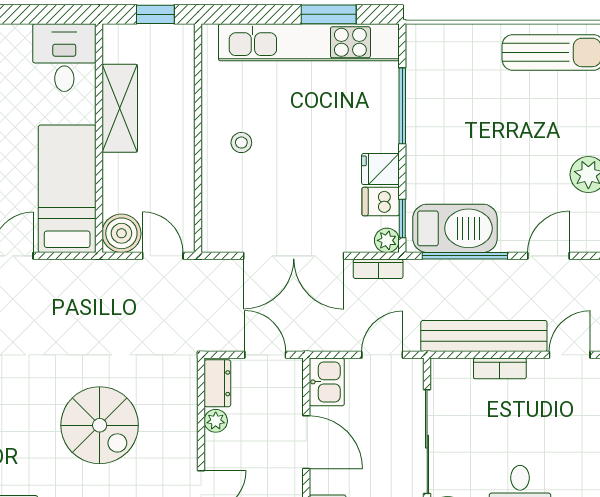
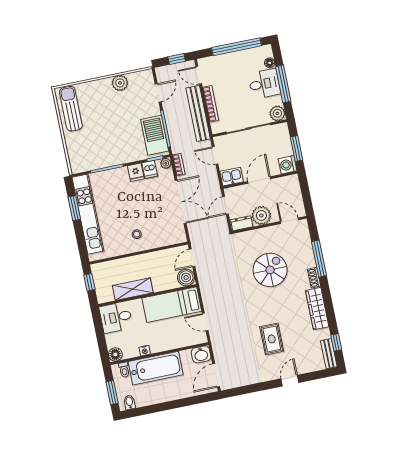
door: (548, 256) -> (158, 93), swing flipped
bookcase: (500, 368) -> (211, 104), width x1.56
plant: (216, 421) -> (261, 215), width x1.88, depth x1.88

